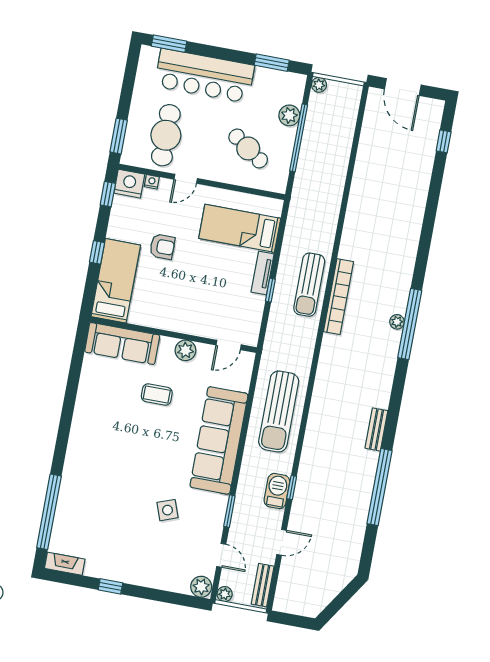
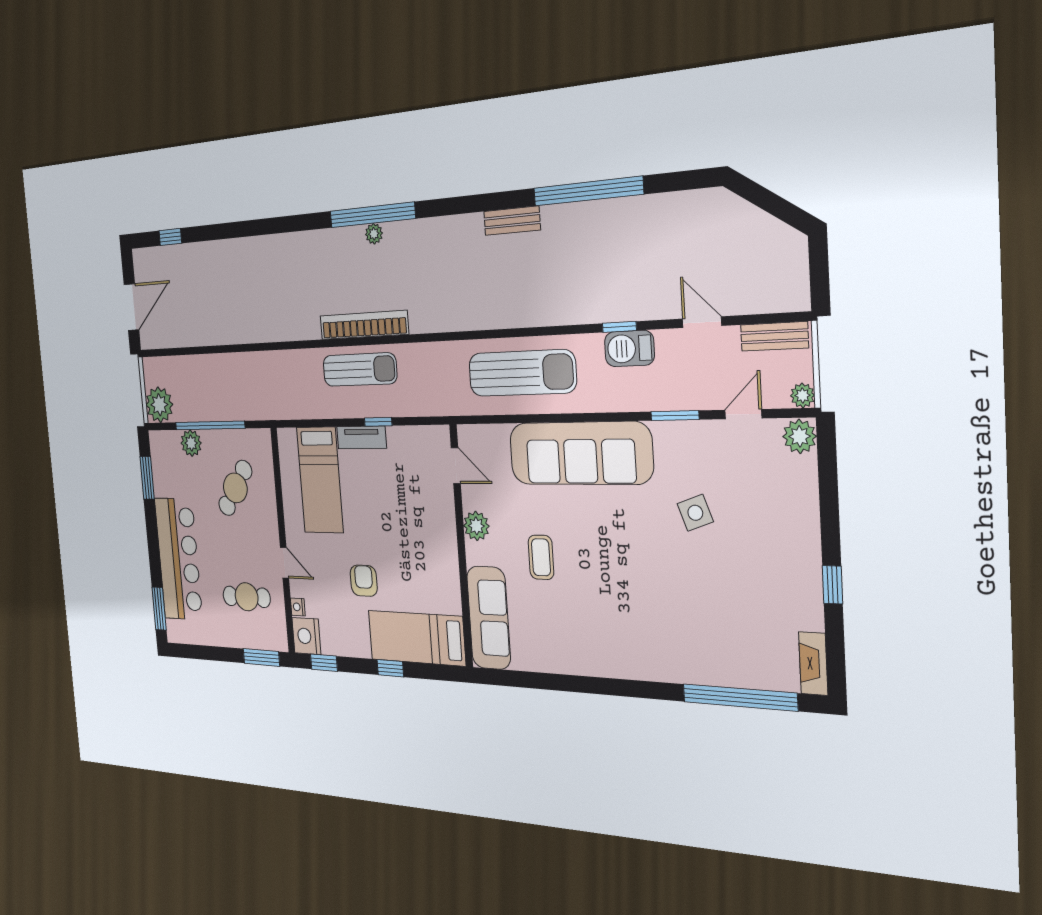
plant: (319, 85) -> (159, 405), width x1.87, depth x1.87
cafe table: (166, 135) -> (247, 597), width x0.73, depth x0.74

